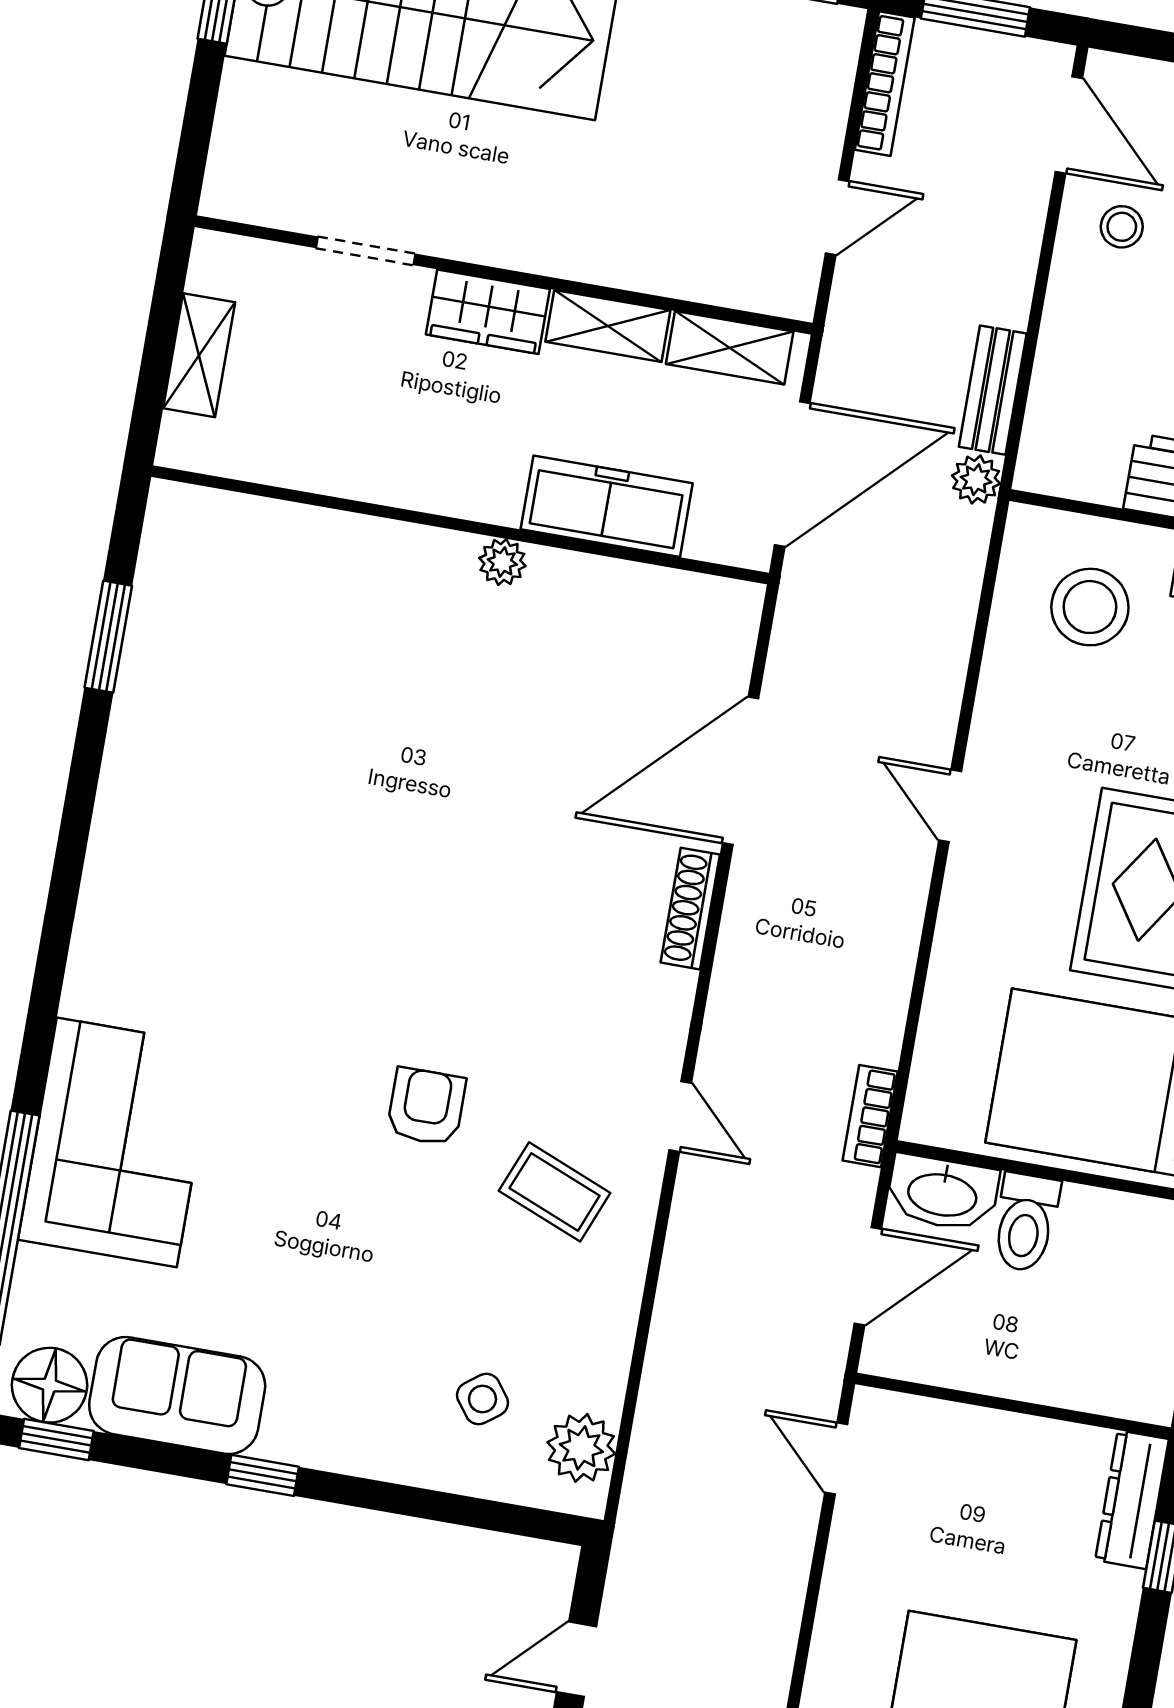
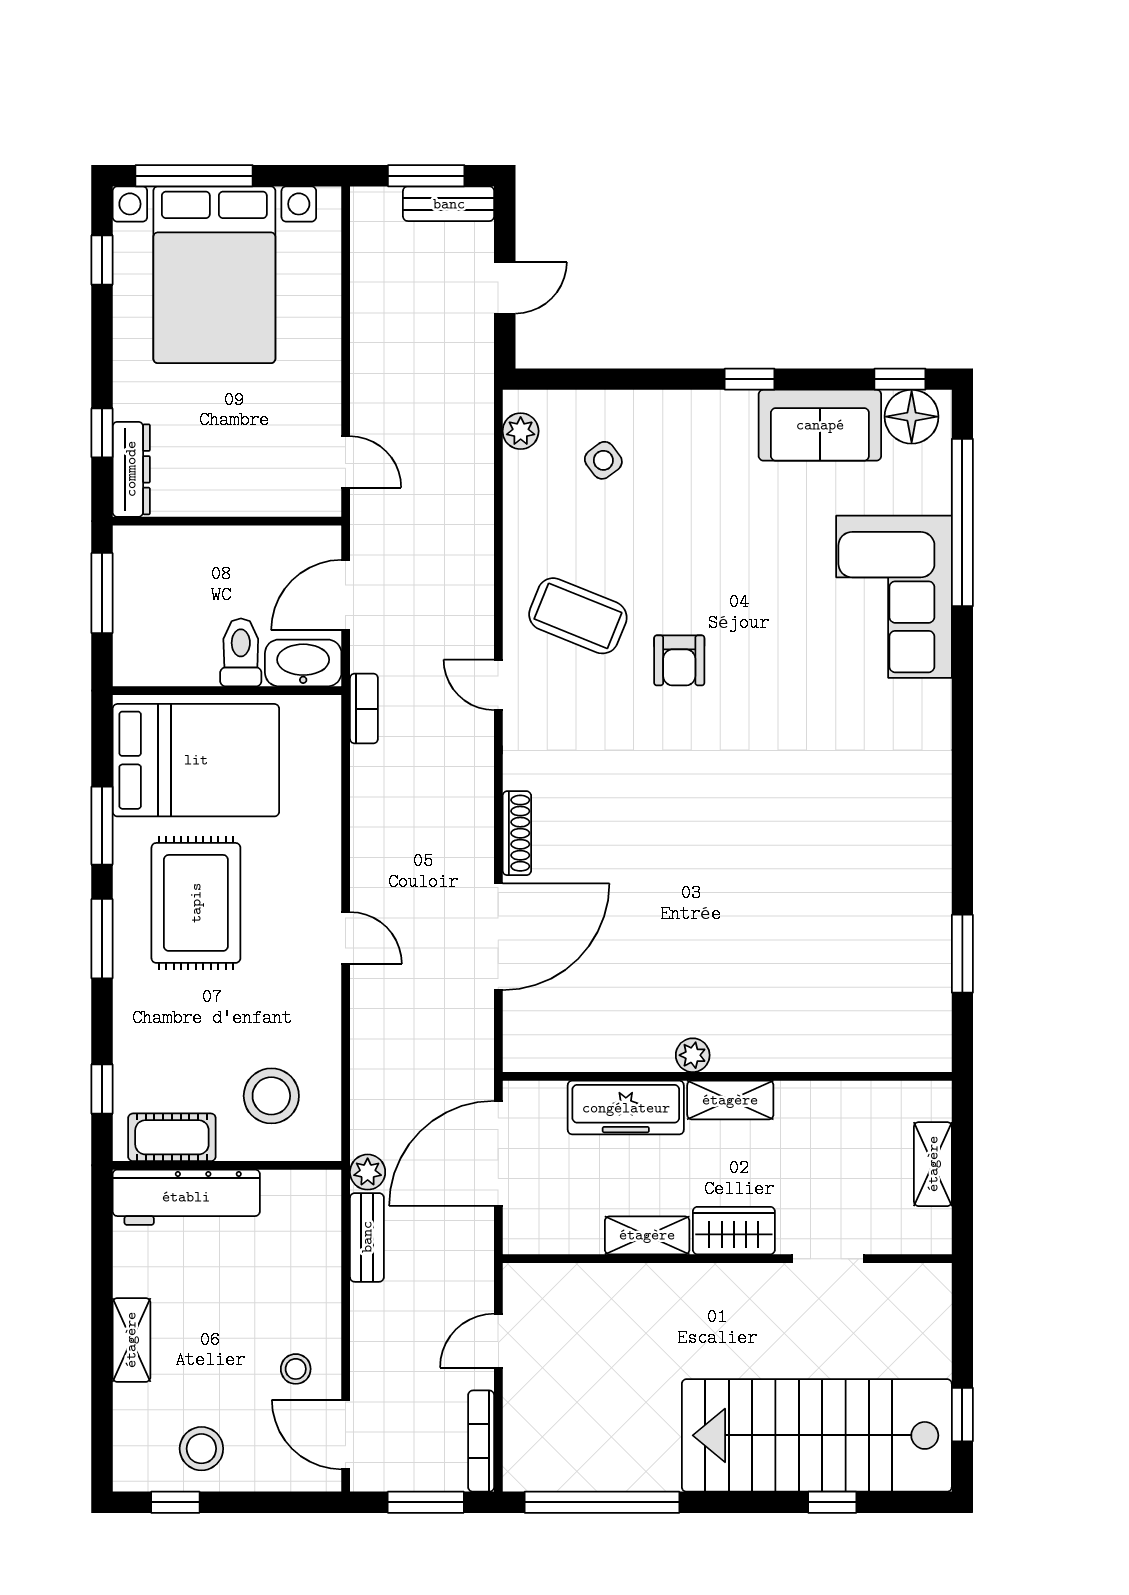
shelving: (730, 348) -> (730, 1100), moved
coffee table: (555, 1192) -> (578, 616), width x1.36, depth x1.30
plant: (581, 1448) -> (521, 431), width x0.73, depth x0.73

